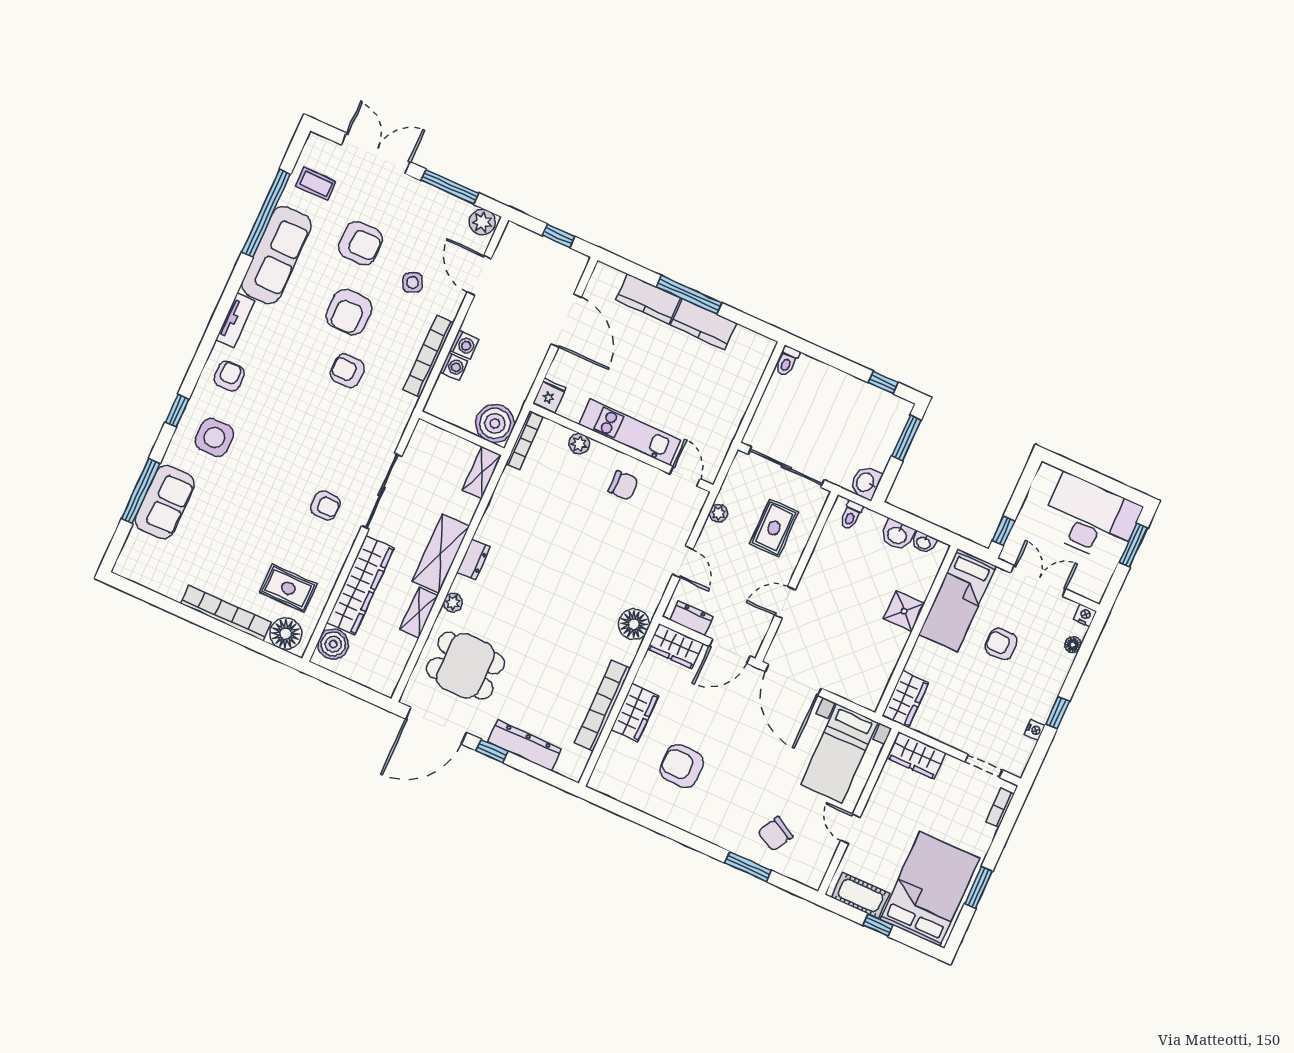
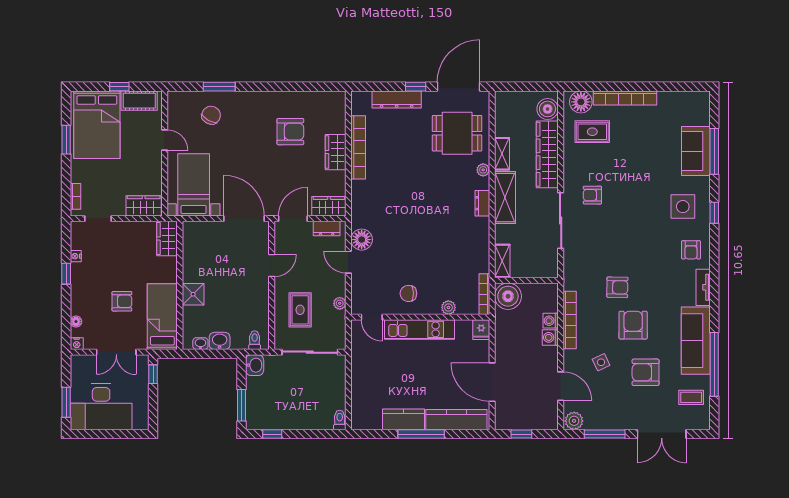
kitchen counter: (648, 299) -> (456, 420), width x1.50
floor lamp: (634, 624) -> (362, 240), moved

